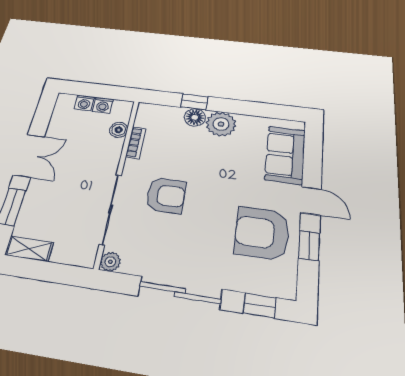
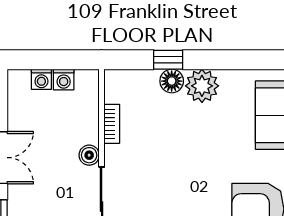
boiler: (119, 130) -> (89, 155), moved
armchair: (166, 195) -> (156, 183), removed

